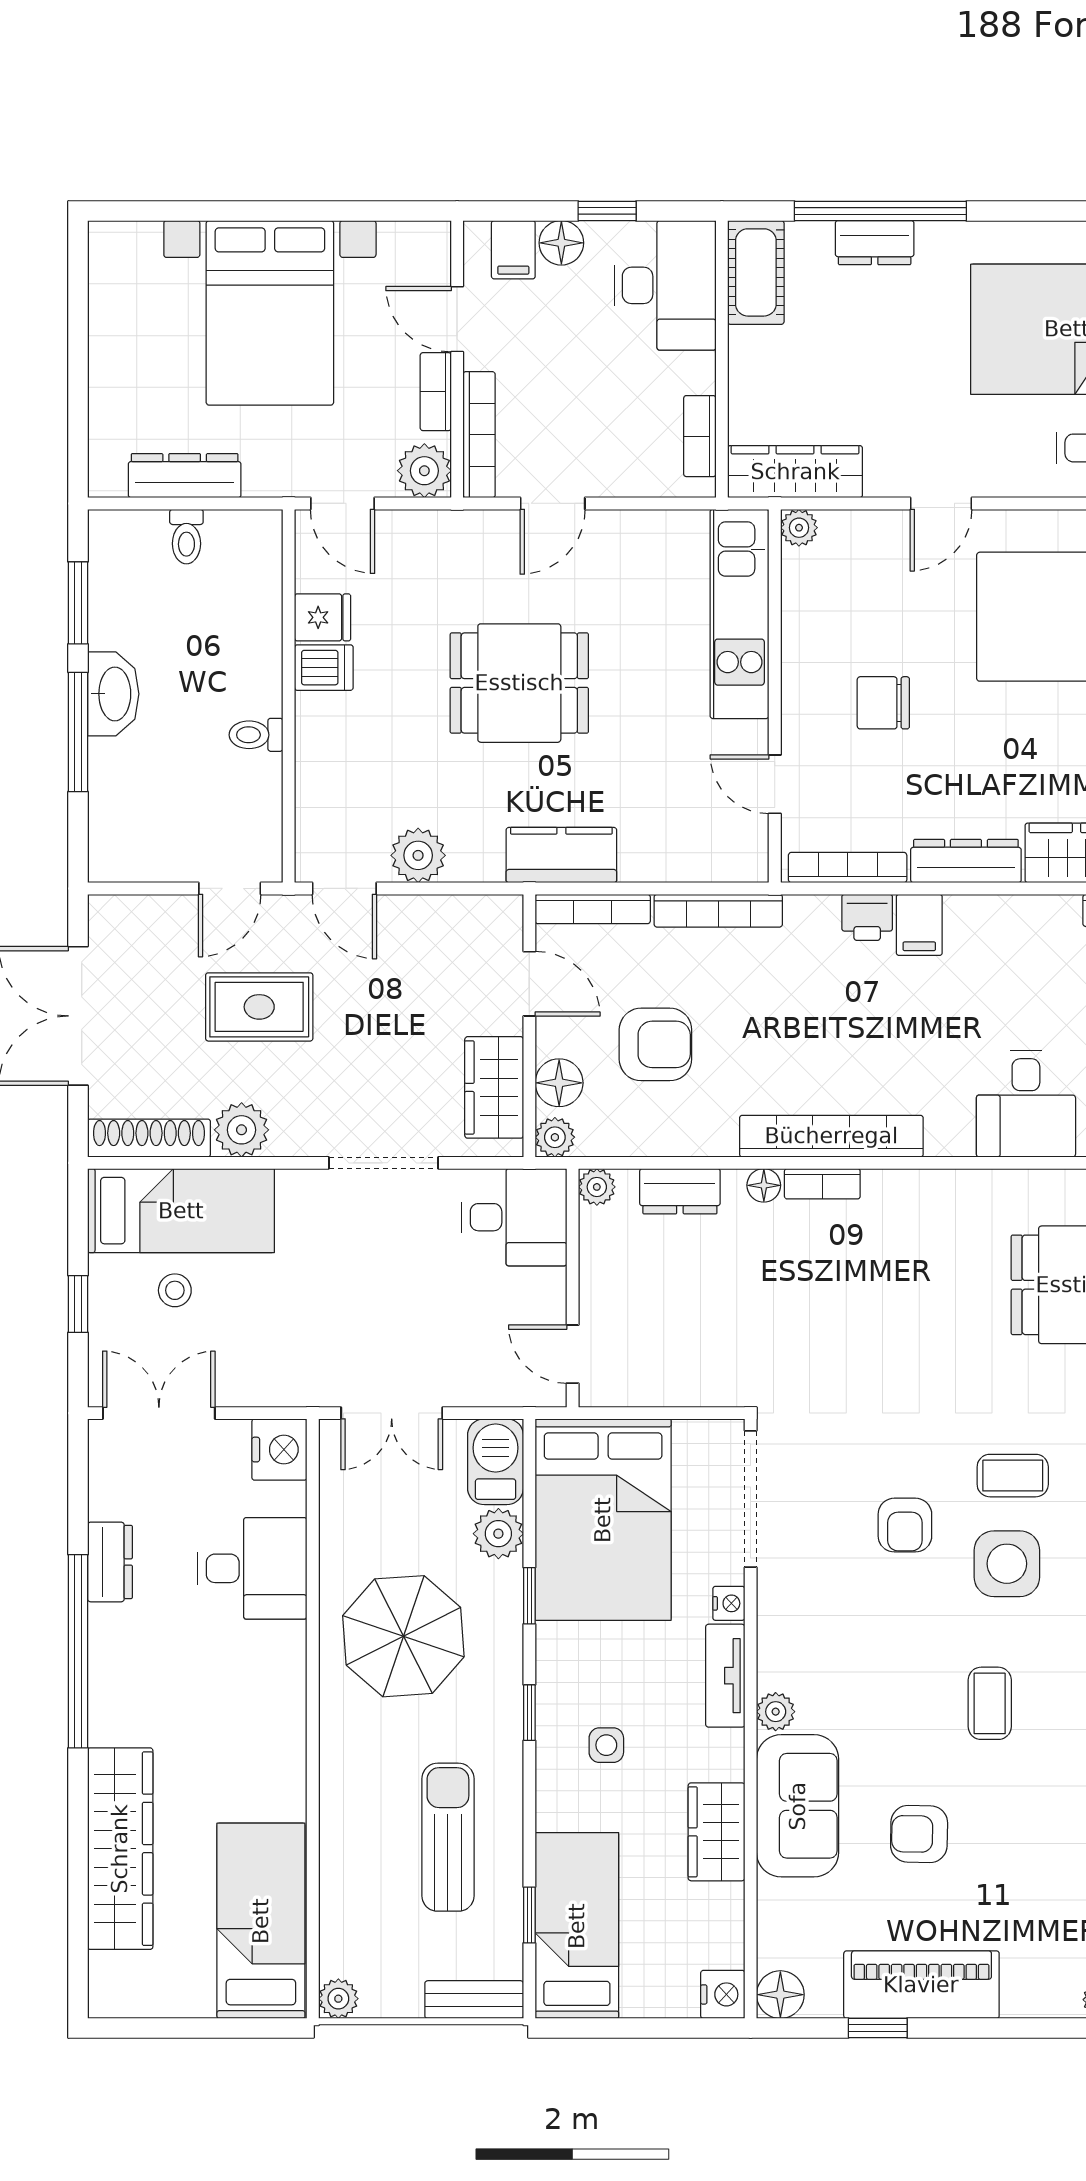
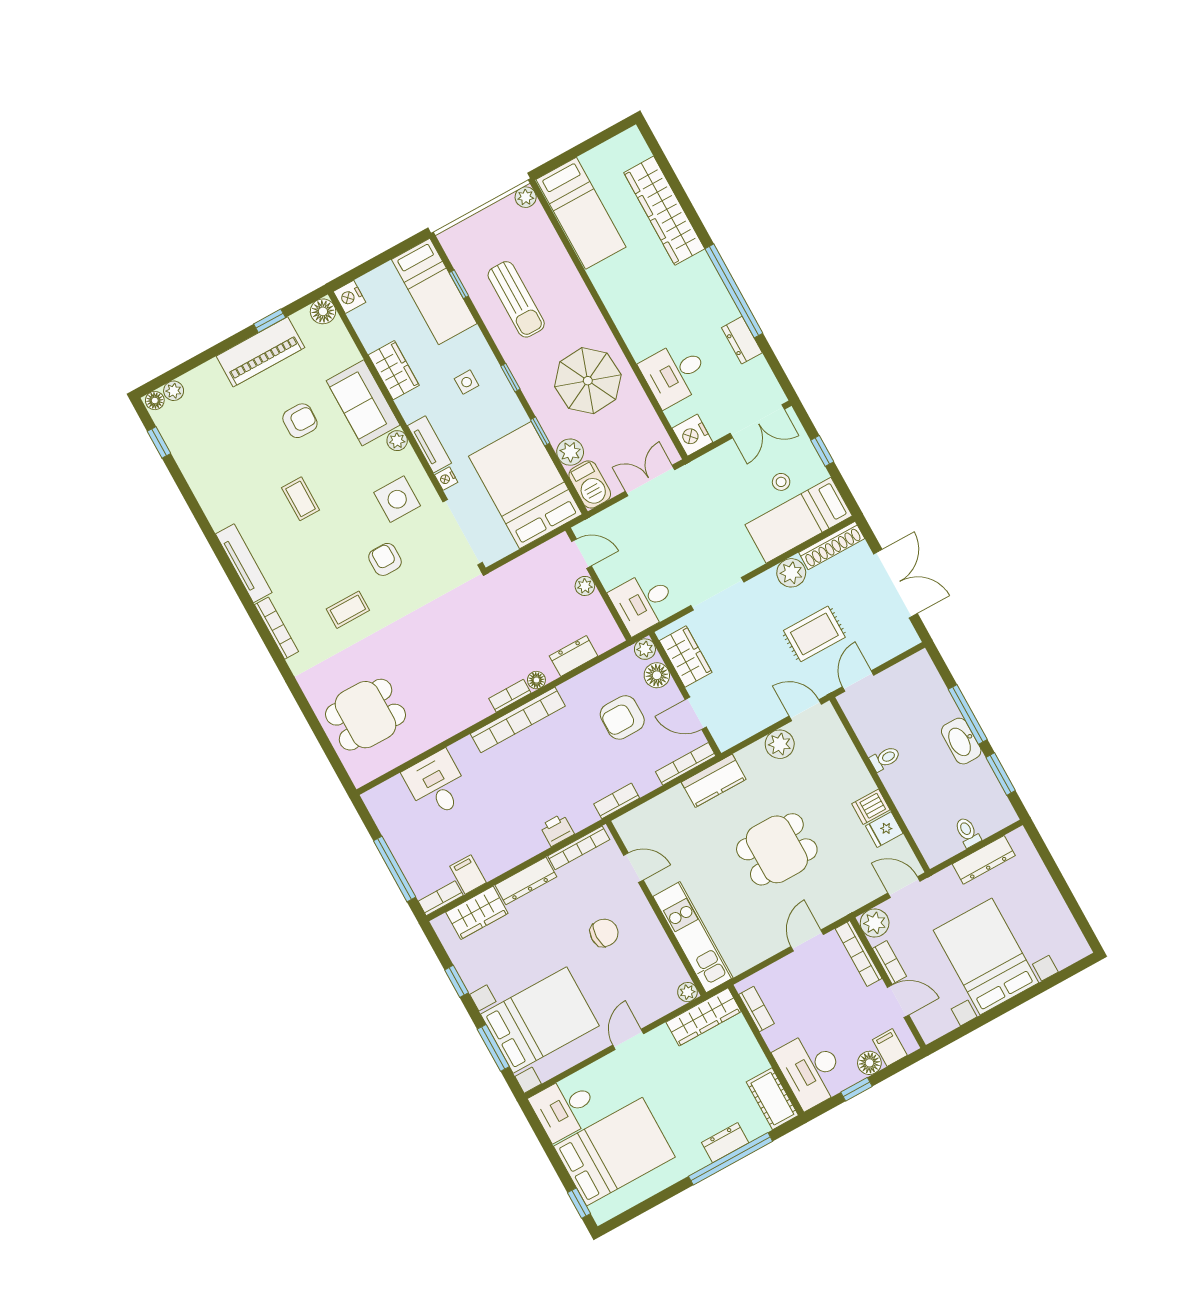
bookcase: (718, 911) -> (617, 801), width x0.64
filing cabinet: (919, 925) -> (468, 874), moved
plant: (597, 1187) -> (585, 586), moved
side table: (1007, 1564) -> (397, 499), moved
bench: (474, 2000) -> (463, 231), removed

